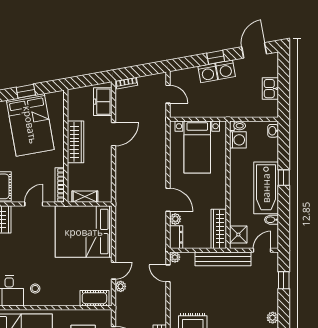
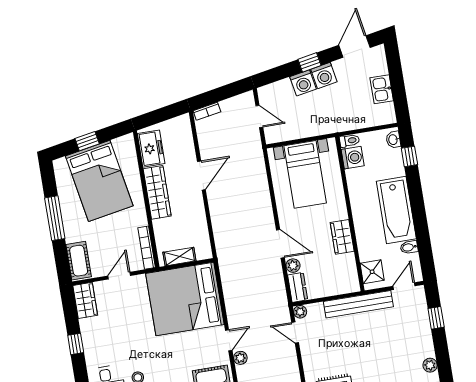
freezer: (103, 102) -> (151, 149), moved, turned 180
window: (284, 178) -> (409, 156), moved
wardrobe: (219, 229) -> (342, 237), moved, width x0.67

